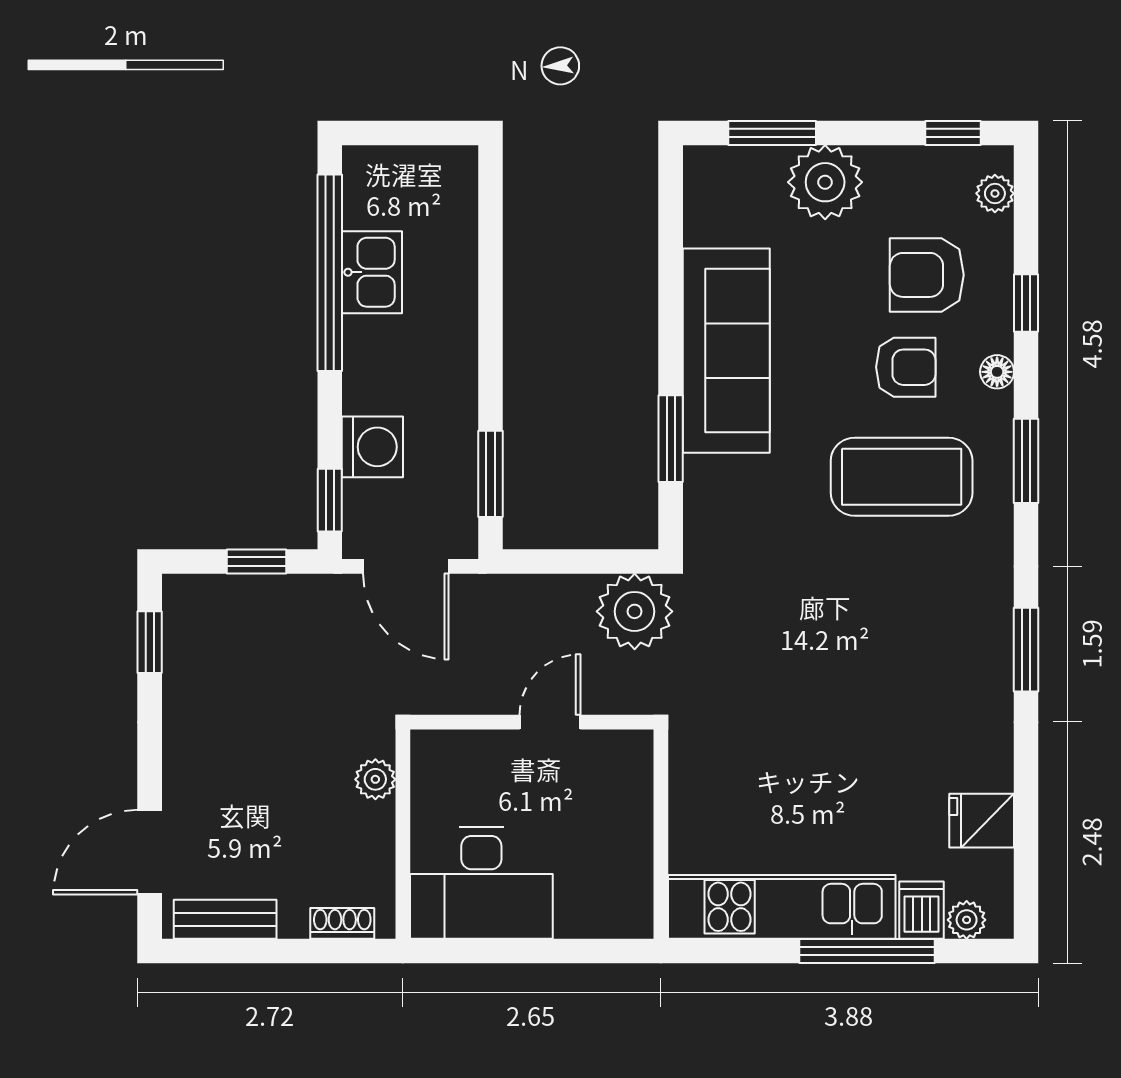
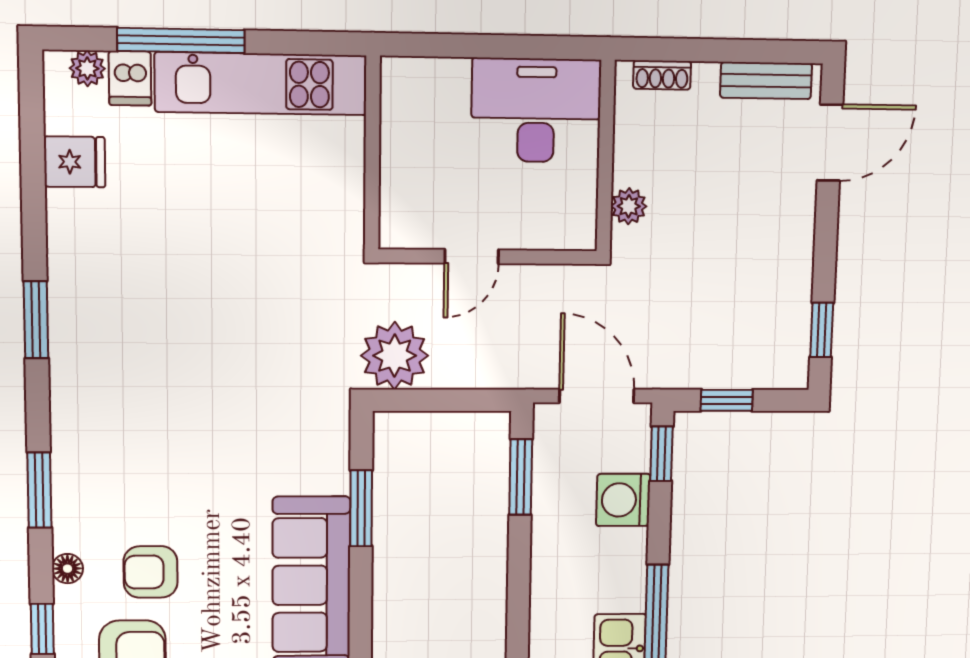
coffee table: (902, 477) -> (153, 476), removed

